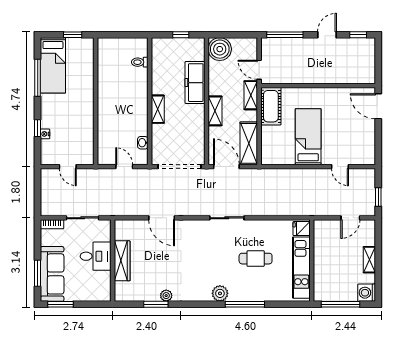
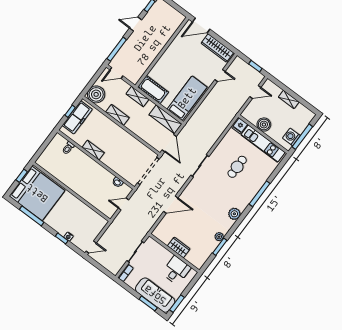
door: (327, 35) -> (136, 24), hinge flipped
bed: (53, 65) -> (37, 193), width x2.04
door: (259, 70) -> (116, 73), moved
freezer: (195, 83) -> (77, 117), moved, turned -90
shelving: (158, 109) -> (93, 150), moved
shelving: (215, 111) -> (117, 115), moved
bed: (308, 137) -> (187, 98), moved, turned 90
wardrobe: (367, 142) -> (217, 48), added
door: (68, 167) -> (91, 247), moved
door: (226, 167) -> (169, 143), swing flipped
door: (350, 218) -> (255, 92), hinge flipped
boiler: (323, 253) -> (264, 125), added
desk: (96, 256) -> (176, 270), moved
wardrobe: (122, 261) -> (179, 247), width x0.67
plant: (220, 293) -> (234, 214), moved
washing machine: (367, 293) -> (291, 137), moved, turned 90

